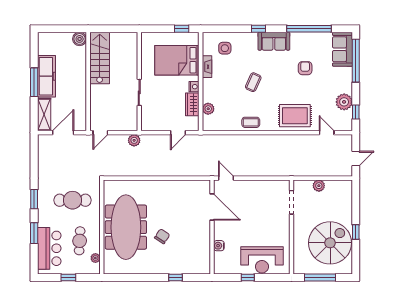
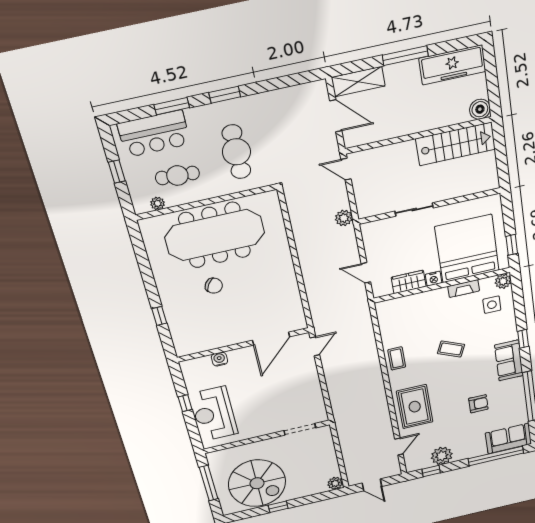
bed: (177, 60) -> (467, 249), width x1.36
freezer: (47, 76) -> (452, 65), moved
plant: (208, 109) -> (503, 281), moved
plant: (319, 186) -> (335, 483), moved

